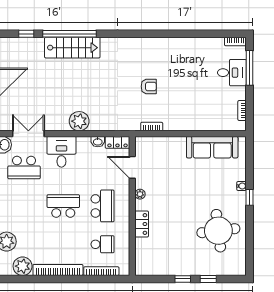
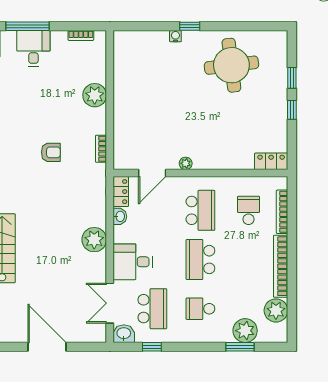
armchair: (149, 86) -> (51, 152), turned 90
plant: (194, 122) -> (95, 95), added
sofa: (212, 147) -> (127, 73), removed
school desk: (24, 206) -> (200, 309), added
school desk: (103, 206) -> (200, 210), turned 90
locker: (142, 224) -> (271, 161), moved

